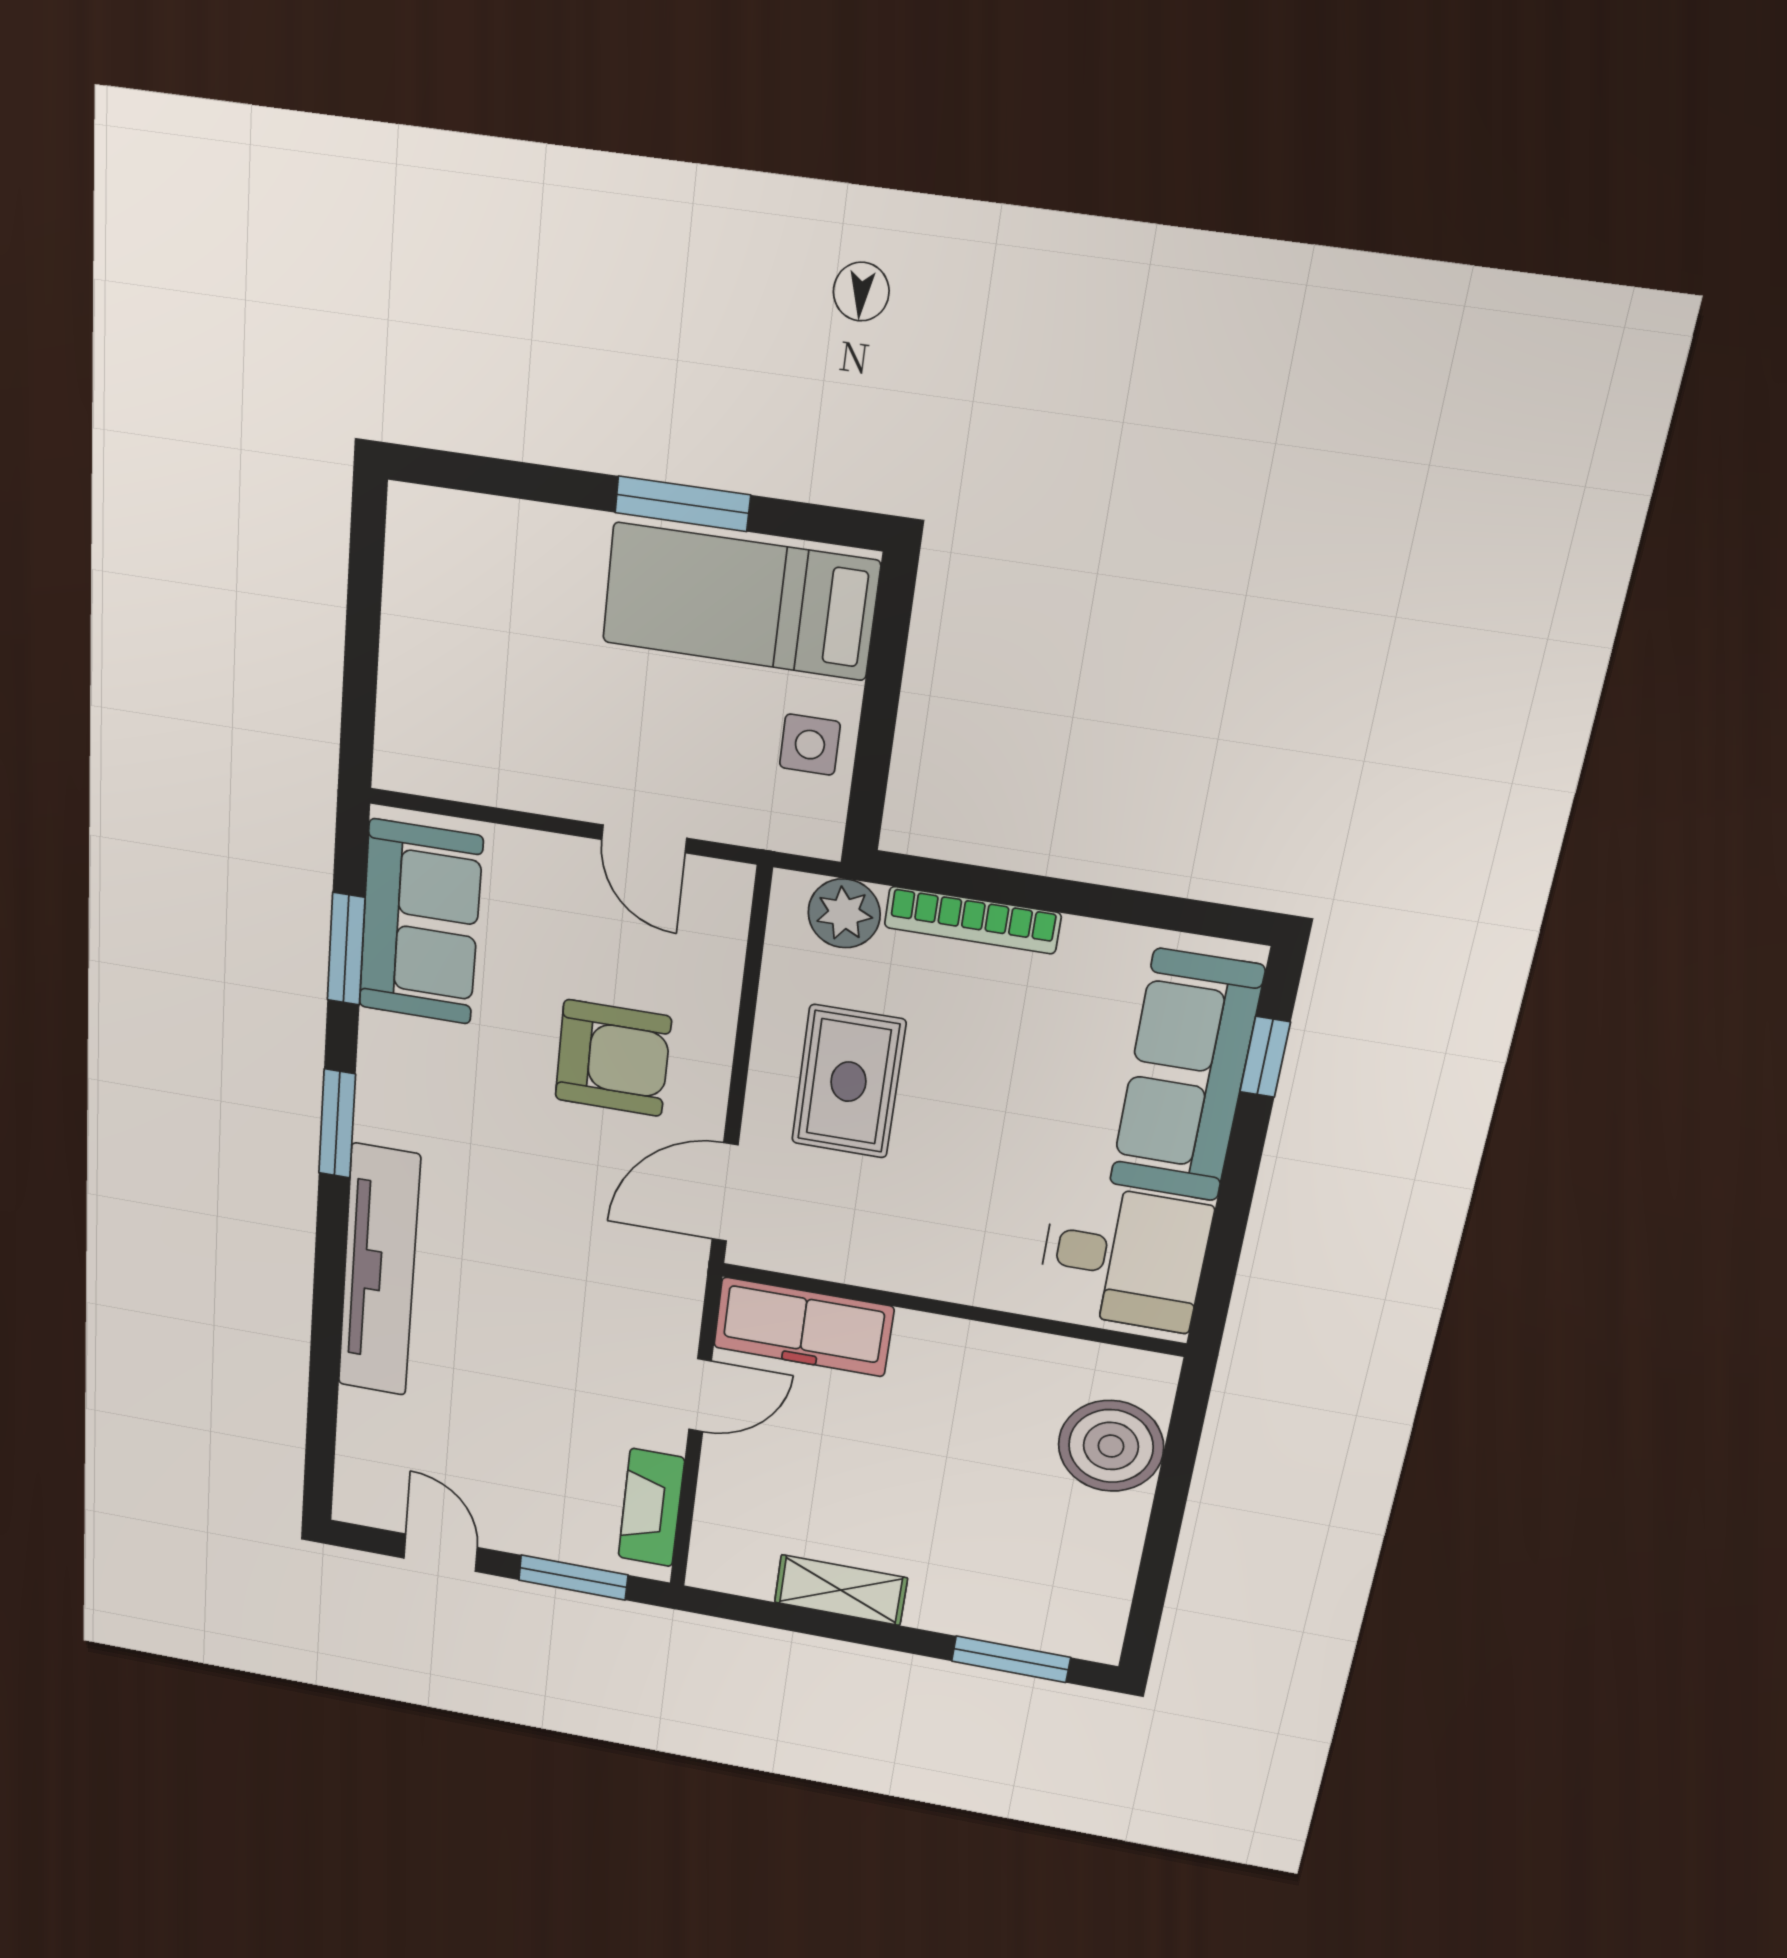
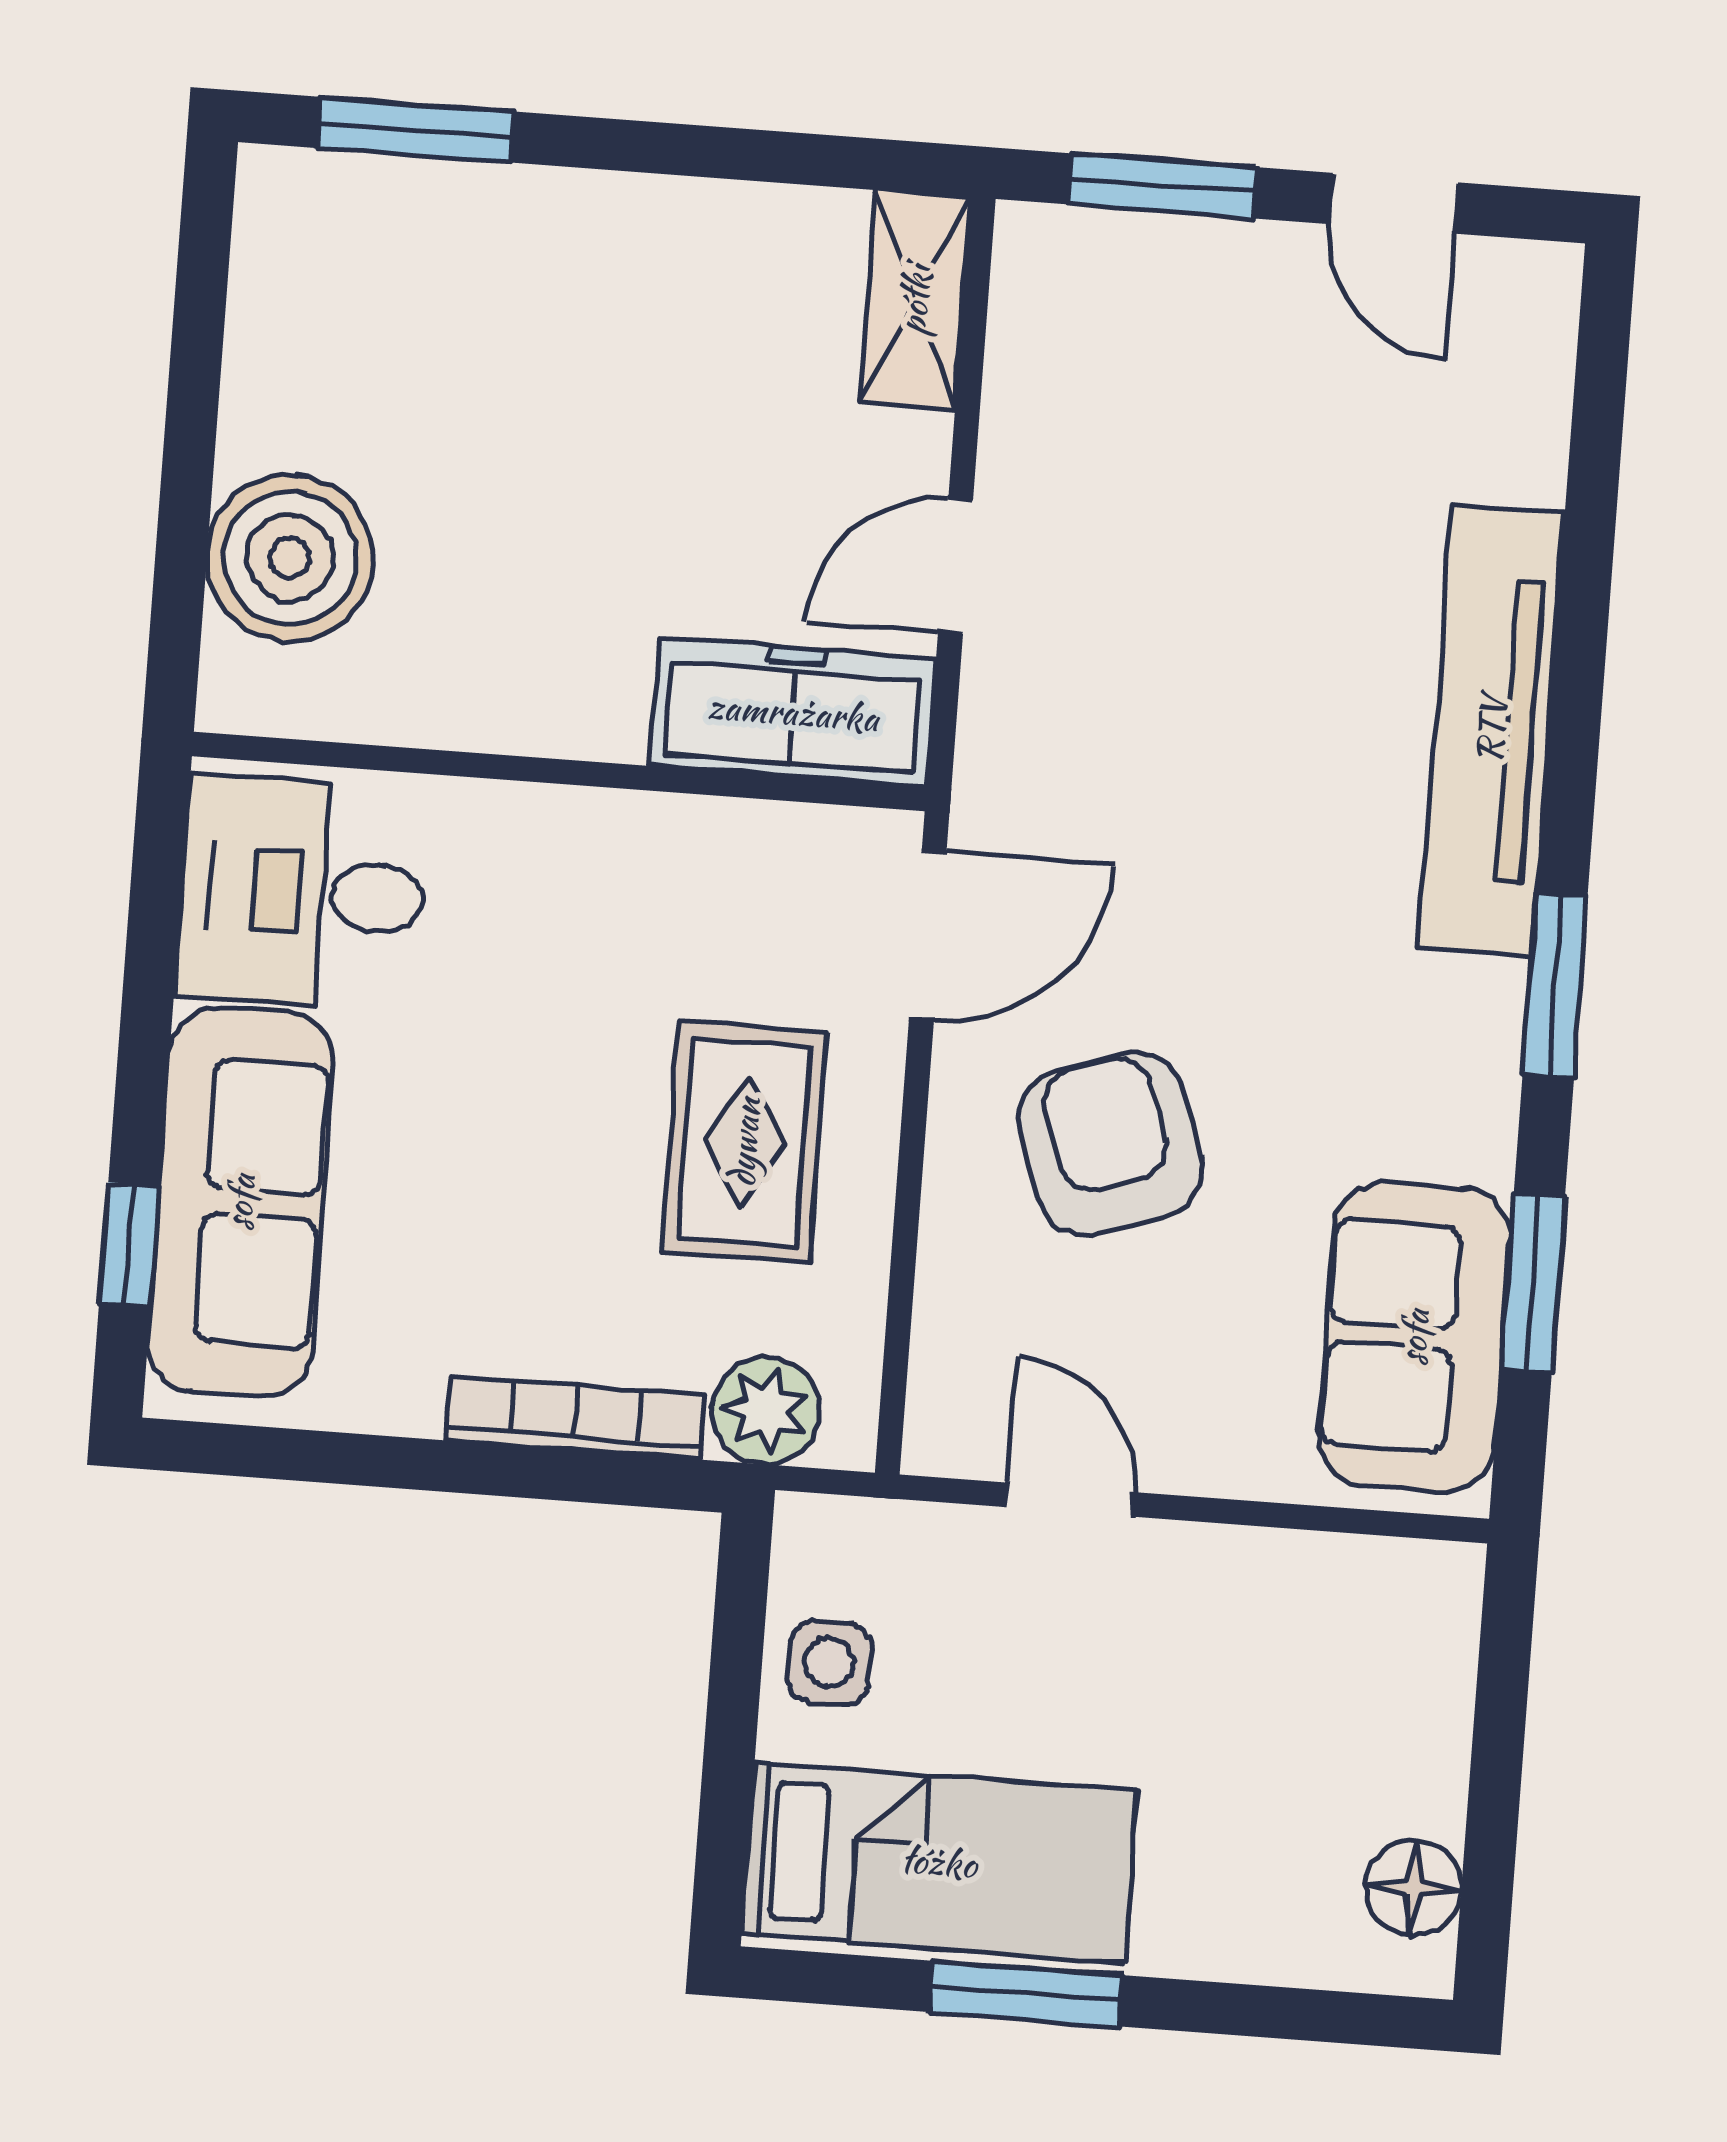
floor lamp: (416, 561) -> (1414, 1888), added
armchair: (613, 1058) -> (1111, 1144), turned 71
fireplace: (651, 1508) -> (1031, 342), removed
shelving: (841, 1590) -> (915, 300), moved, turned 90

